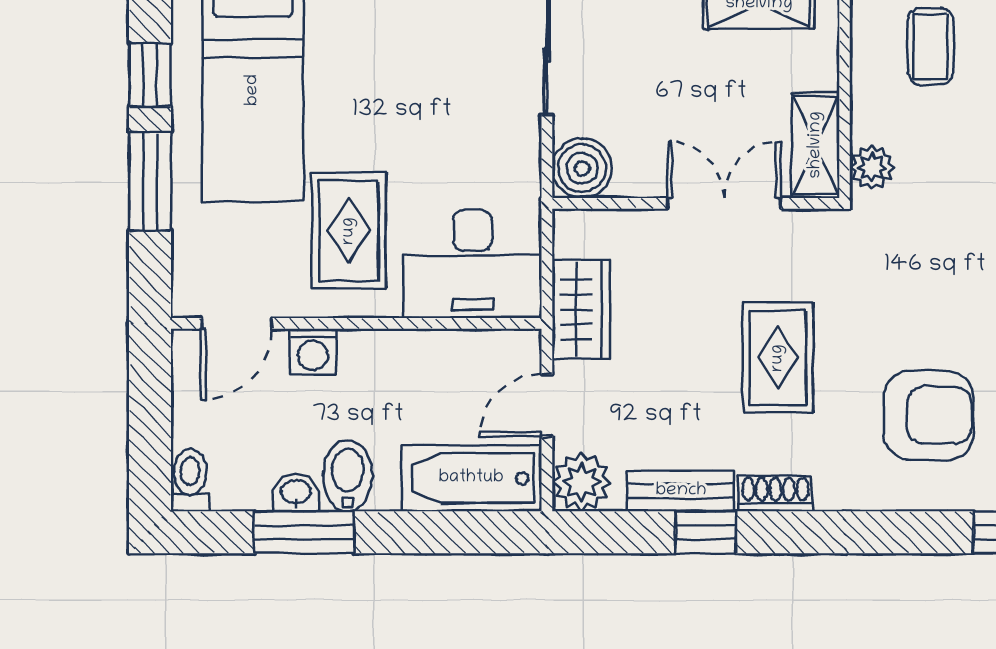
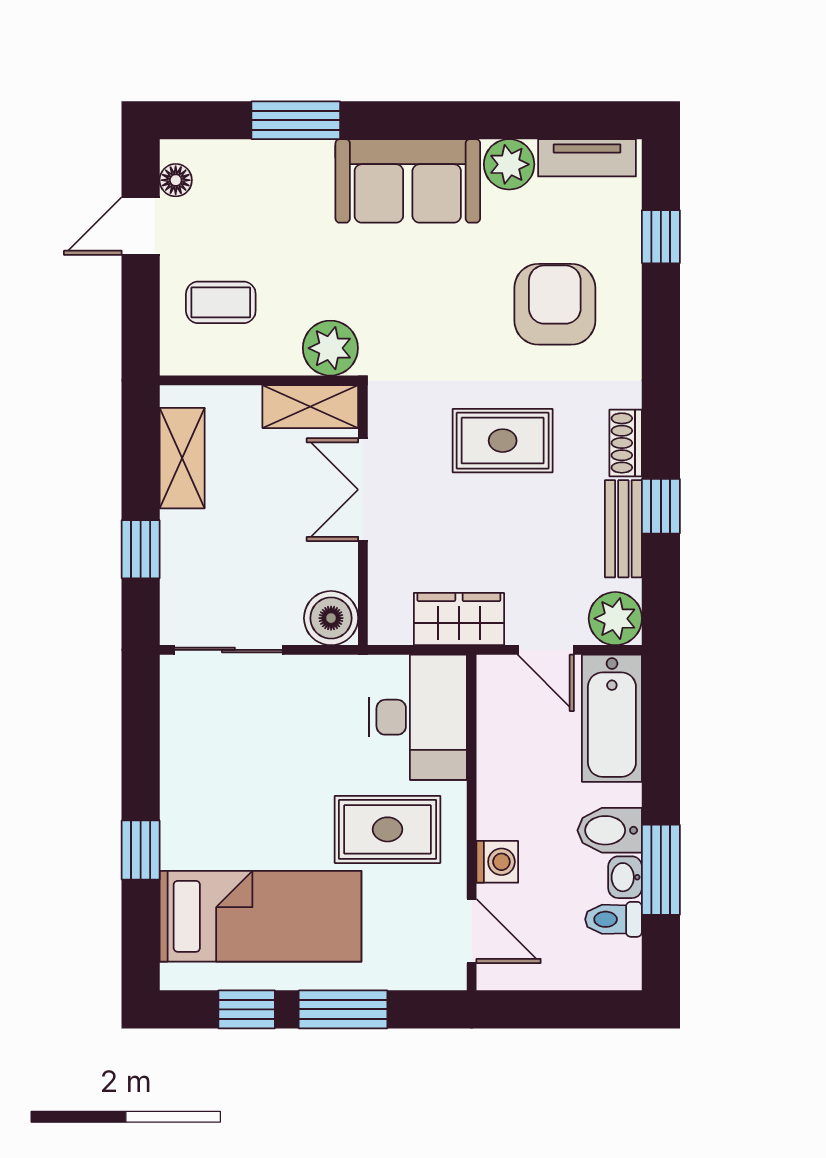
plant: (872, 167) -> (330, 348), width x1.38, depth x1.38
toilet: (190, 480) -> (614, 919), moved

